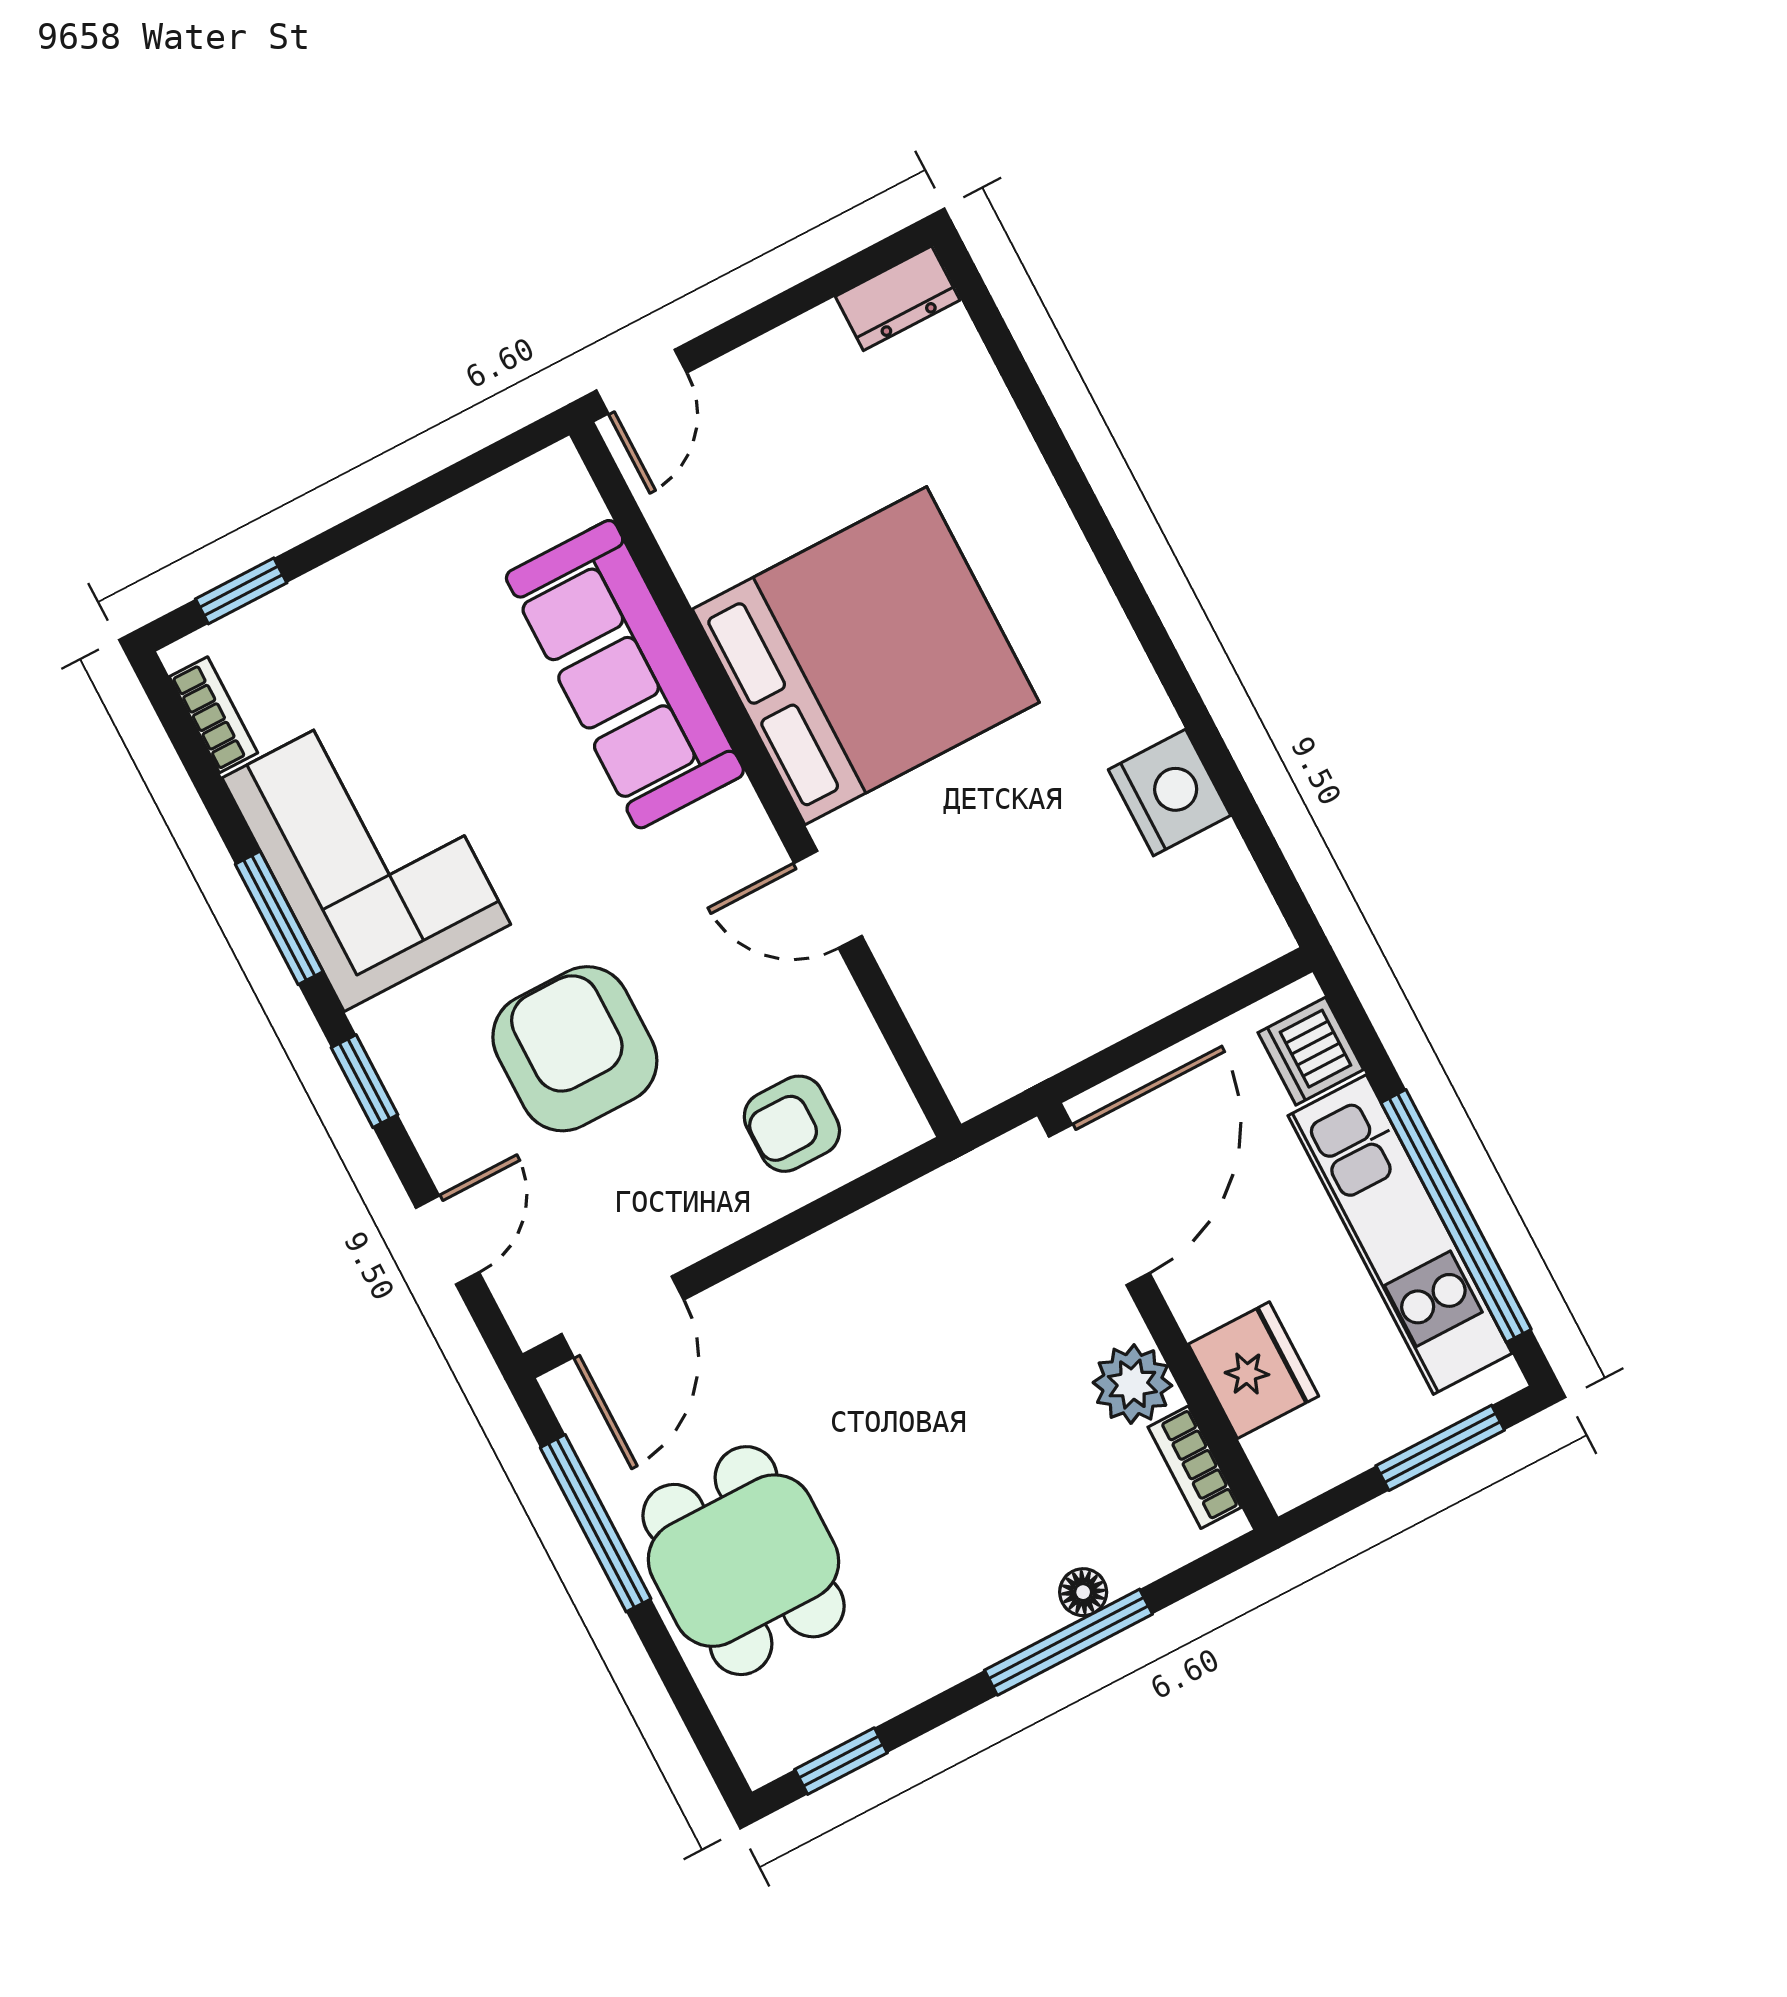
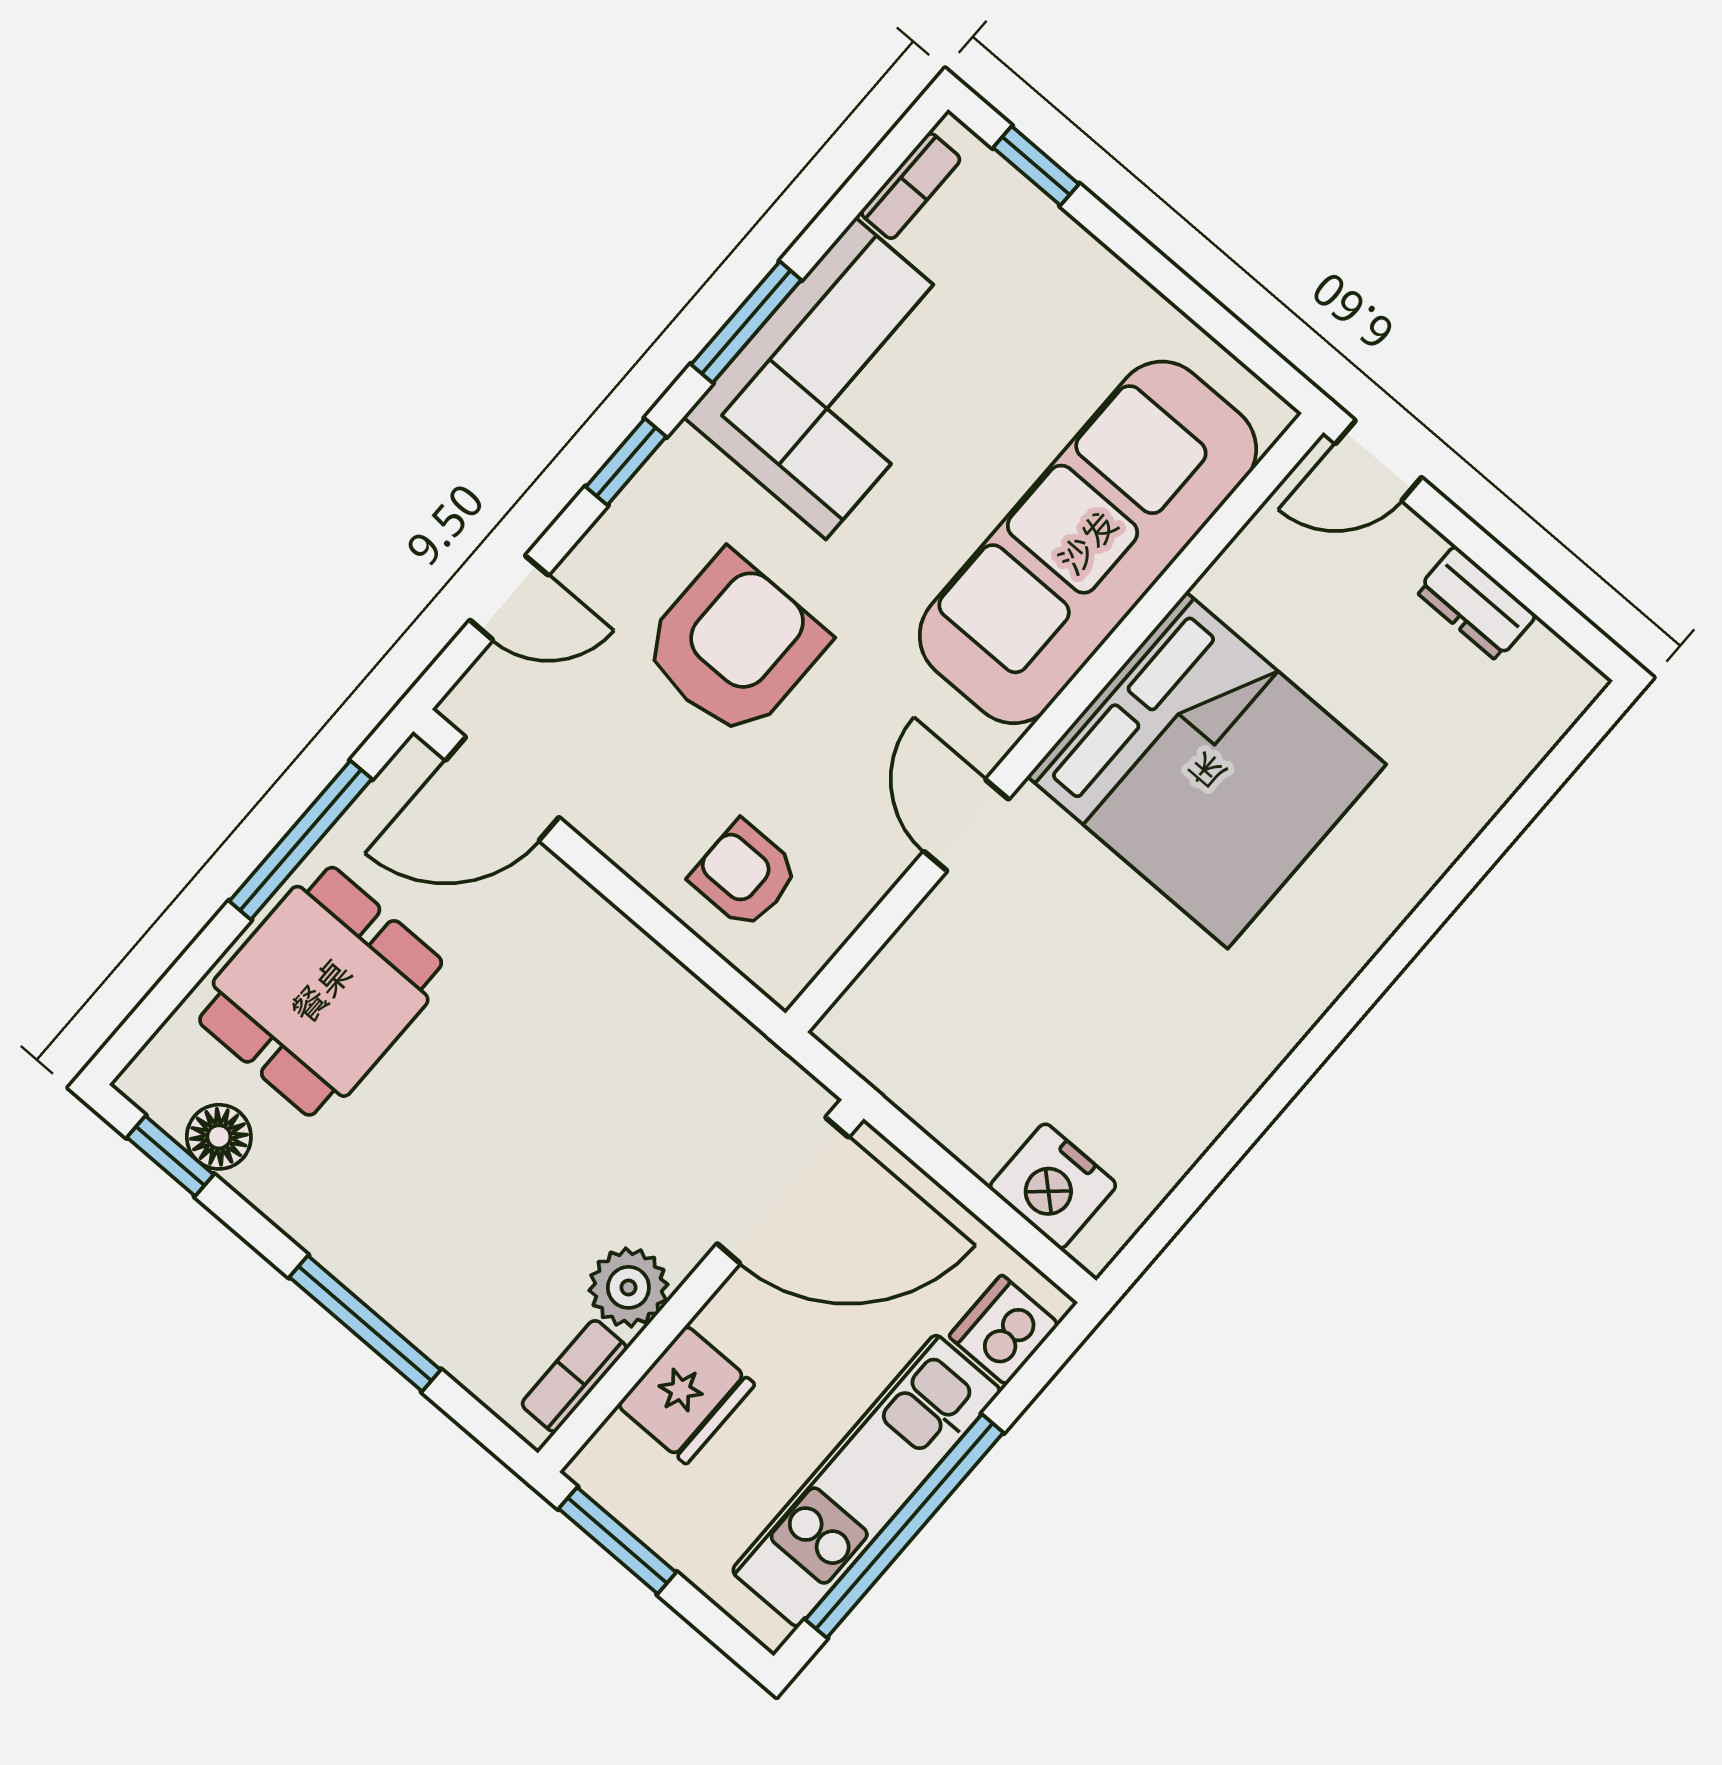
dresser: (898, 298) -> (1476, 603), moved
sofa: (625, 674) -> (1088, 542), width x1.36, depth x1.27
nightstand: (1169, 793) -> (1053, 1186), moved, turned 90
window: (1440, 1448) -> (617, 1541), moved
floor lamp: (1083, 1592) -> (219, 1137), moved, width x1.37, depth x1.37

